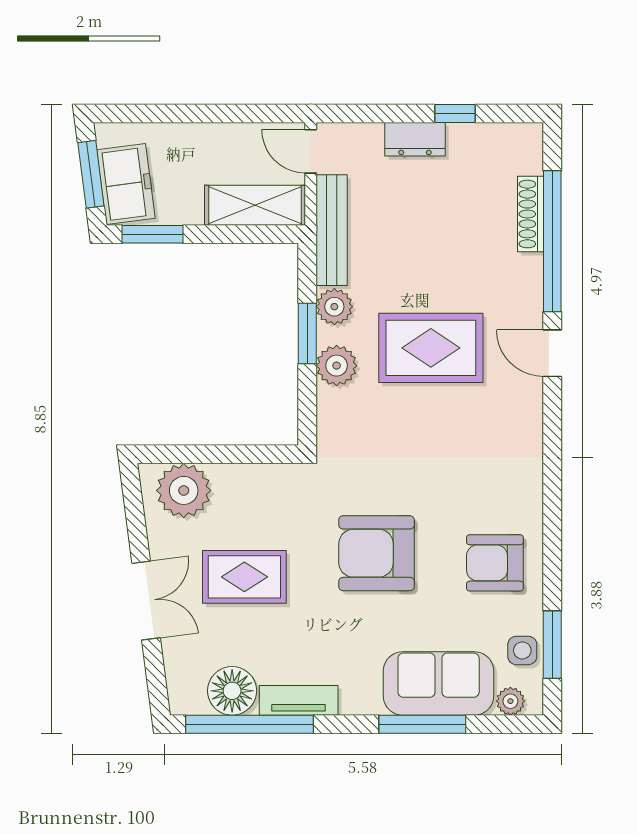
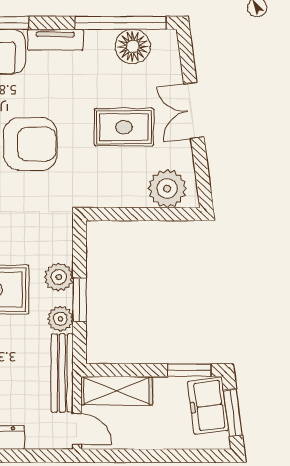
tv unit: (299, 700) -> (55, 40), moved

